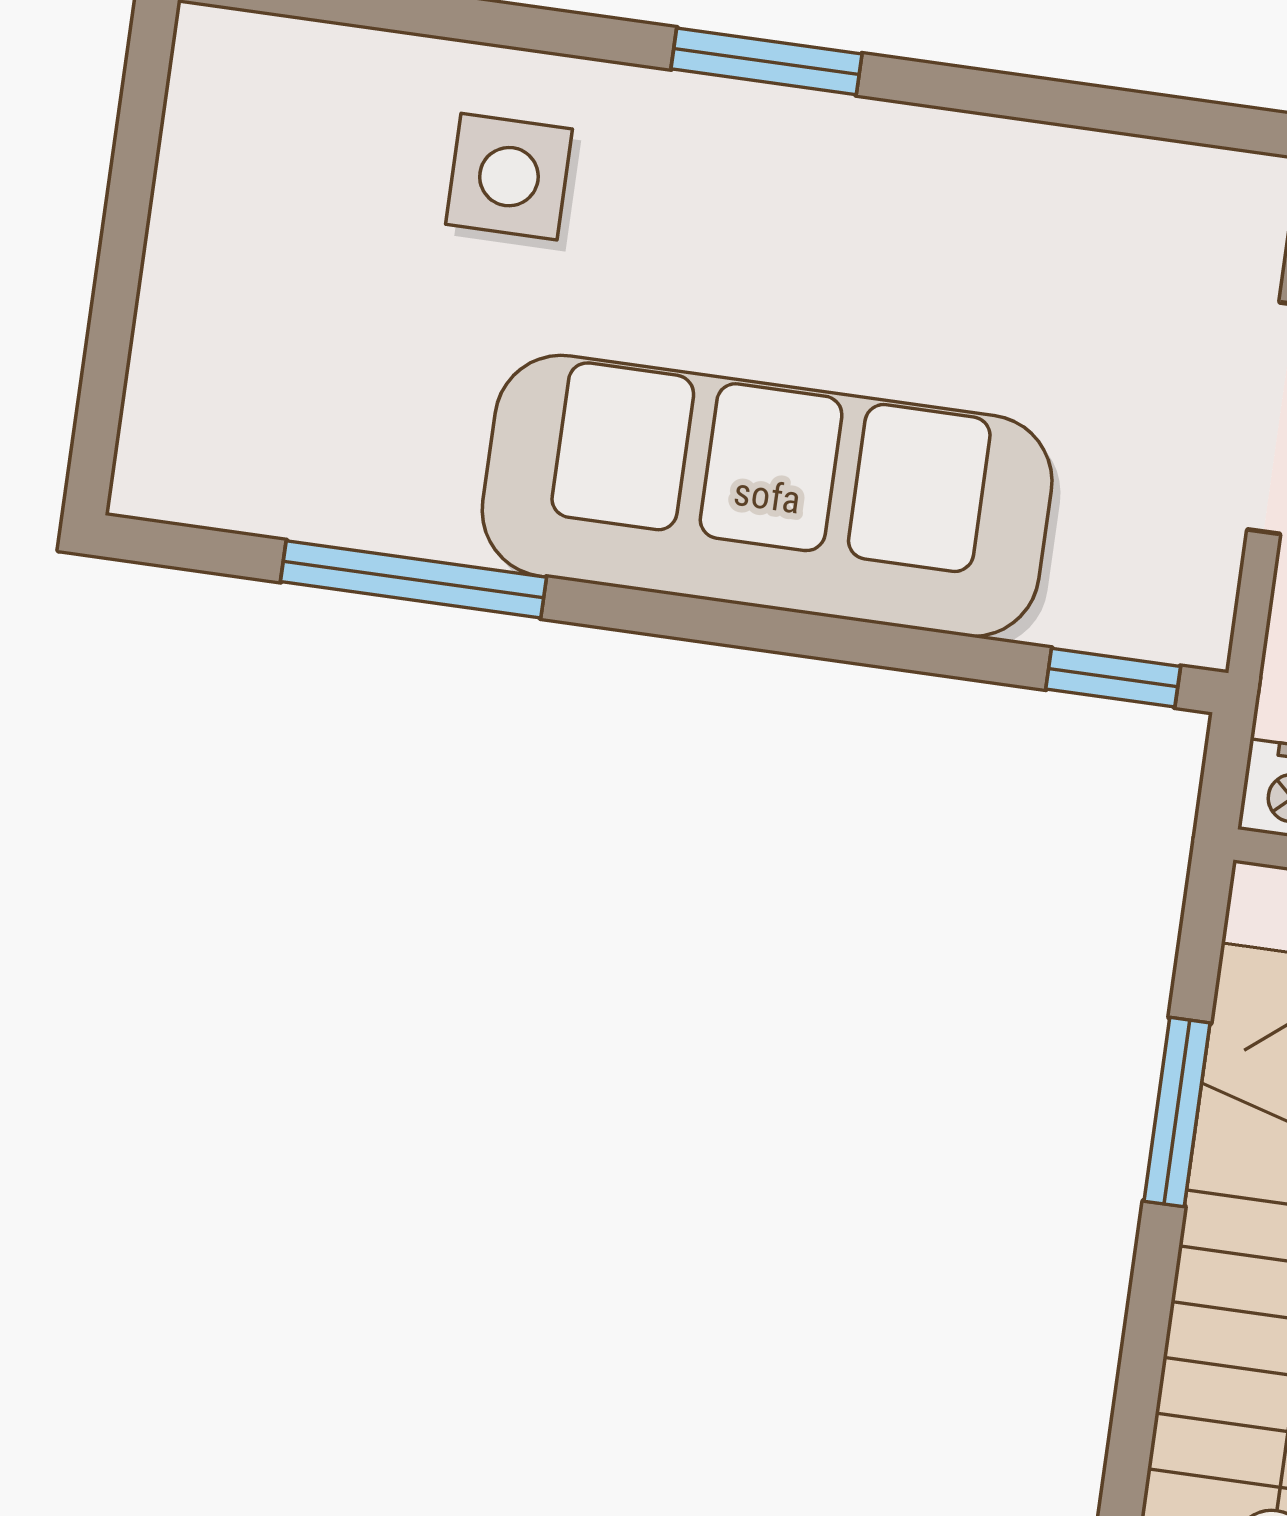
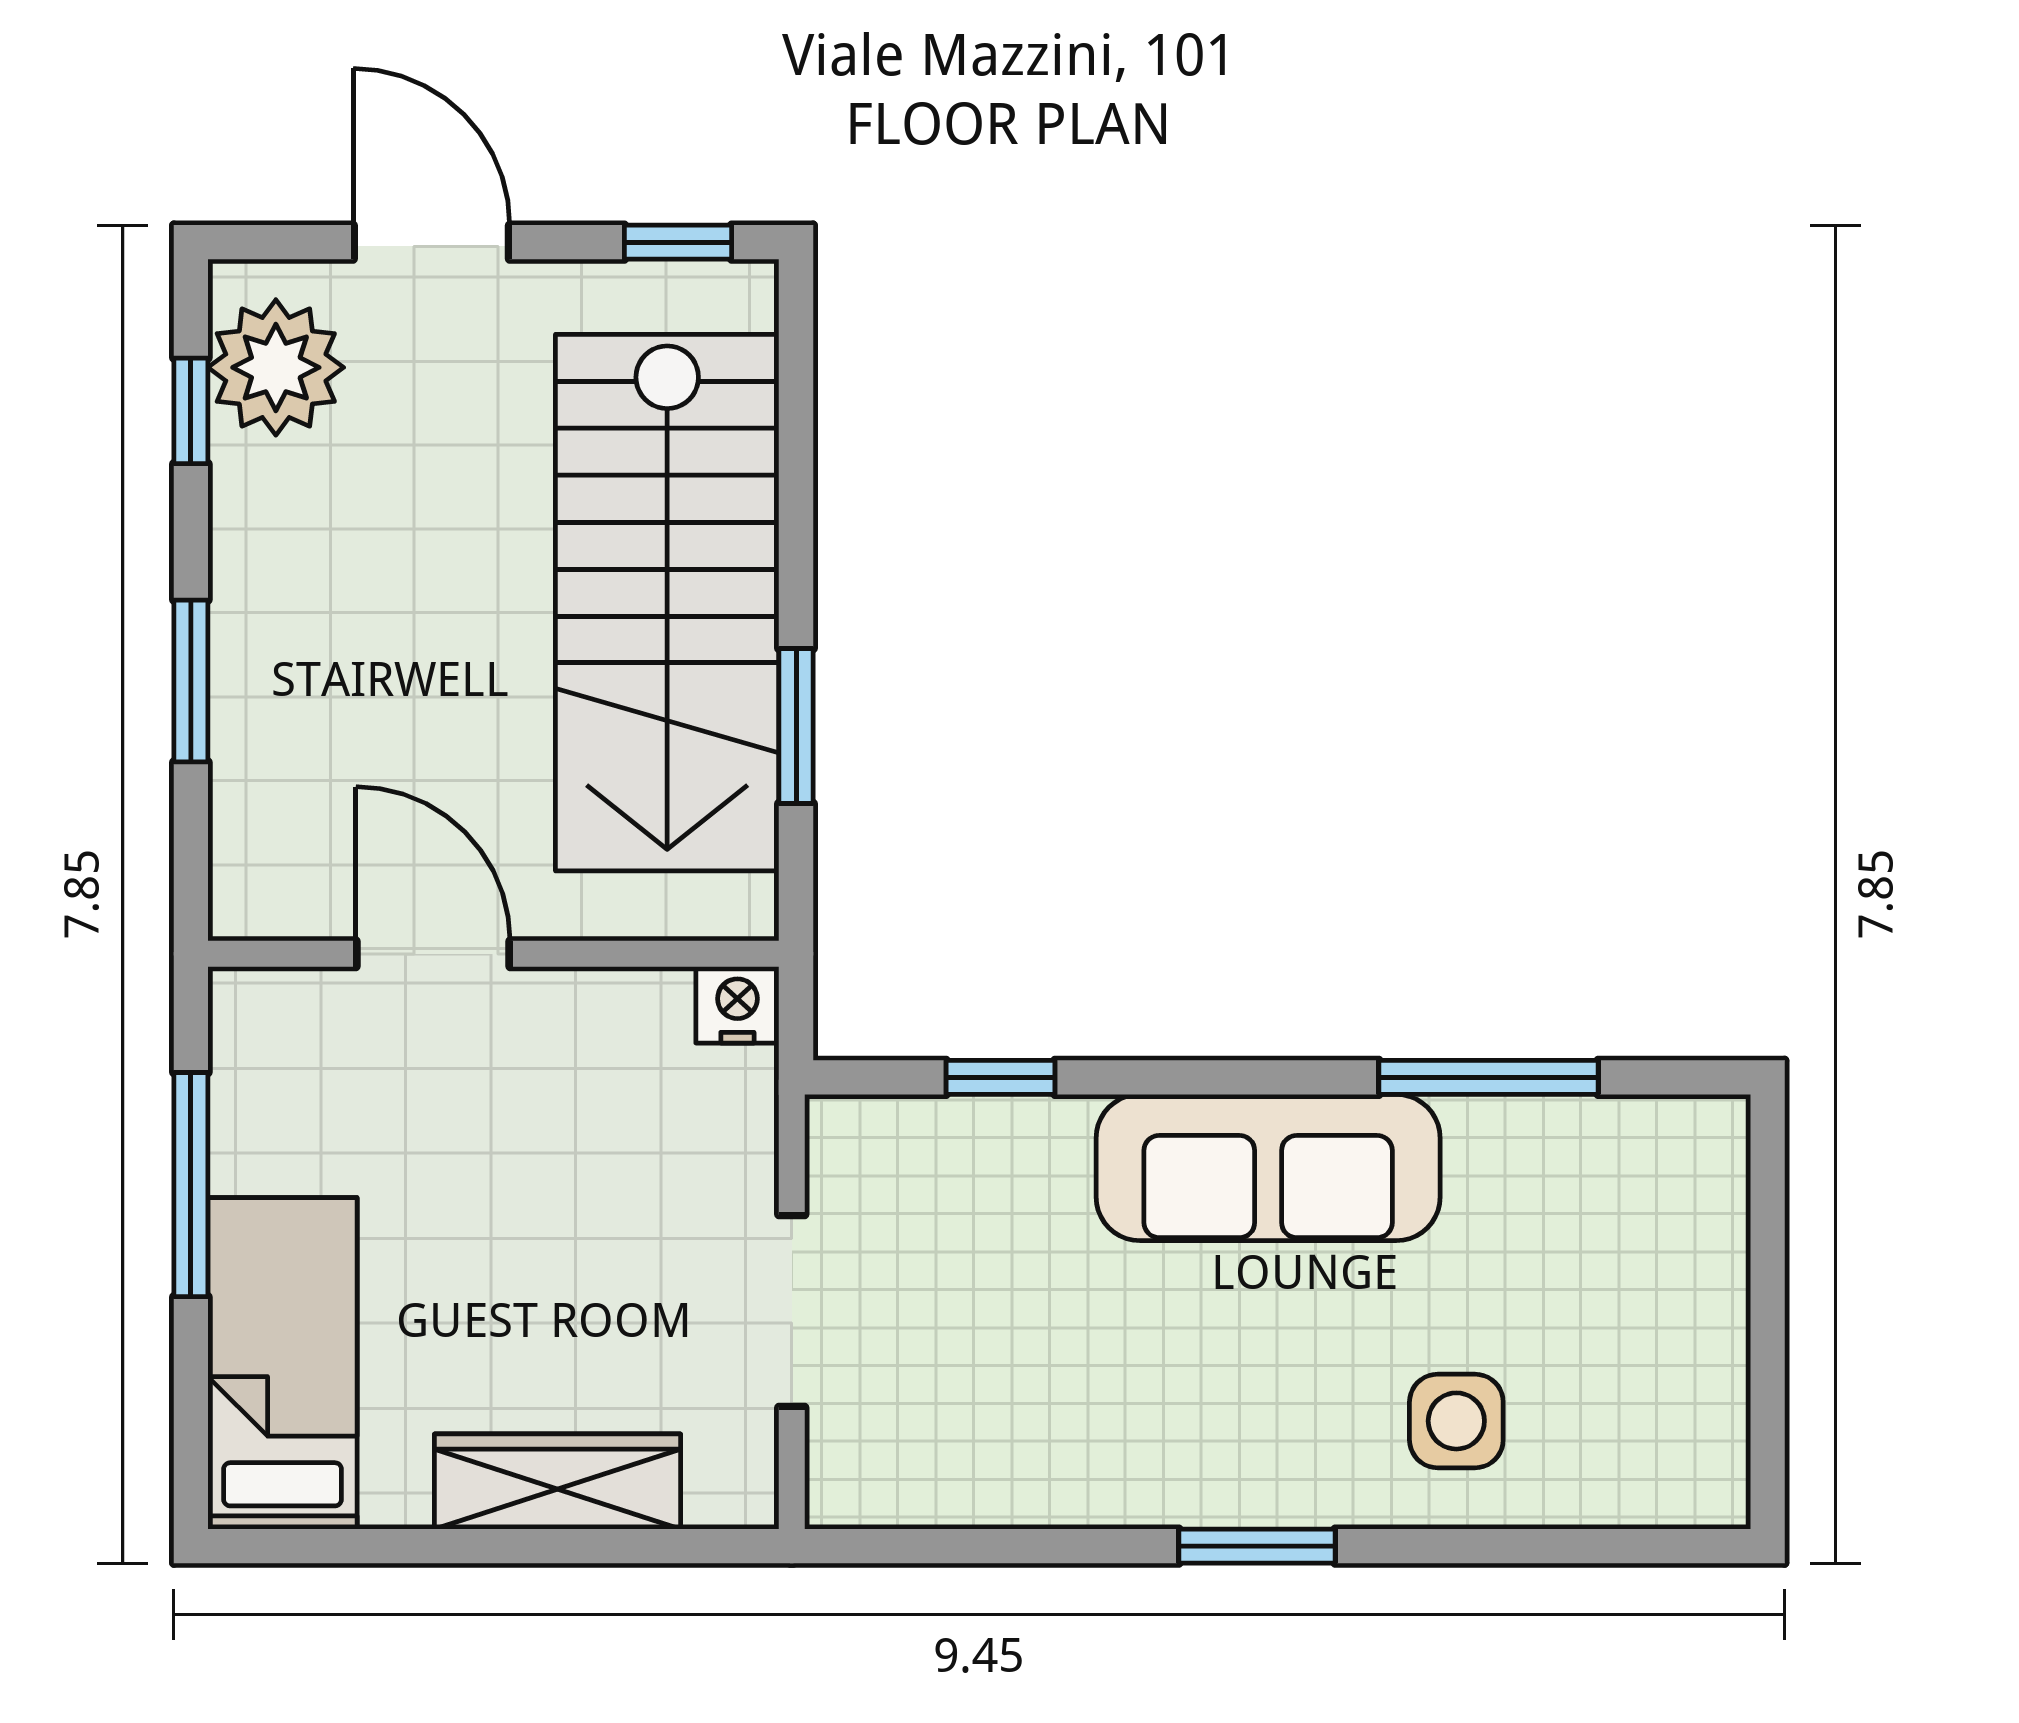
sofa: (767, 496) -> (1268, 1168), width x0.74, depth x0.79
window: (1113, 678) -> (1000, 1077), moved

